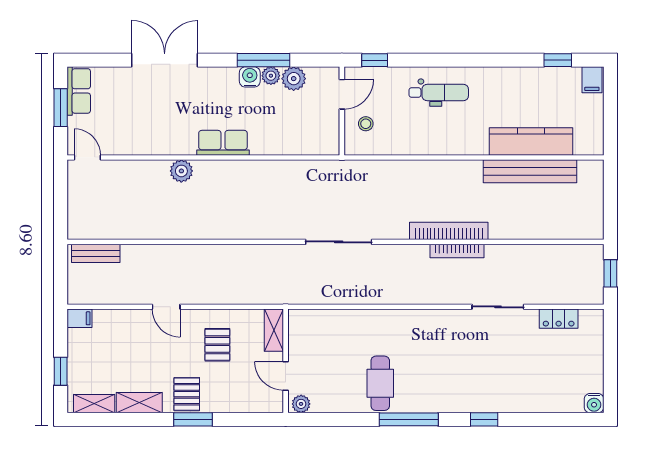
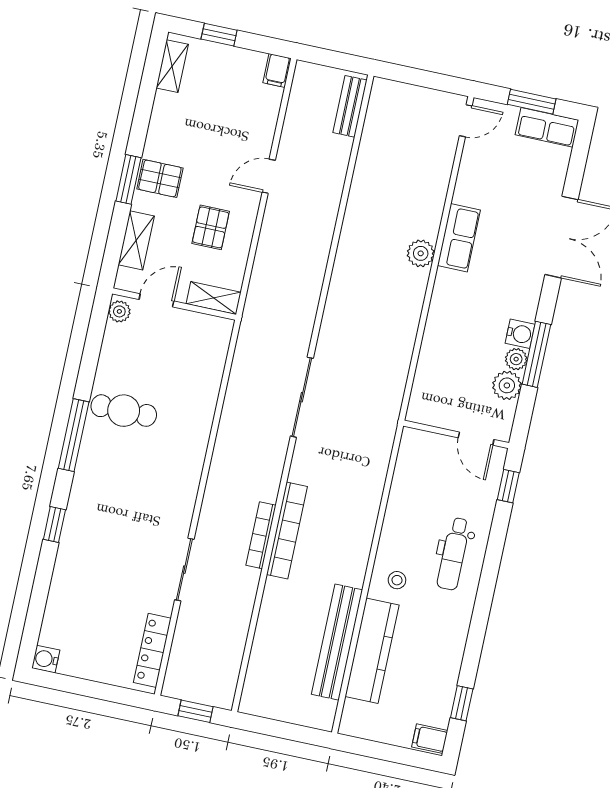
stool: (366, 124) -> (397, 580), moved
row of seats: (223, 143) -> (459, 238), moved
plant: (181, 171) -> (421, 253), moved
locker: (559, 319) -> (152, 650), width x1.53
pallet: (217, 345) -> (211, 227), turned 90
shelving: (139, 403) -> (136, 240), moved

